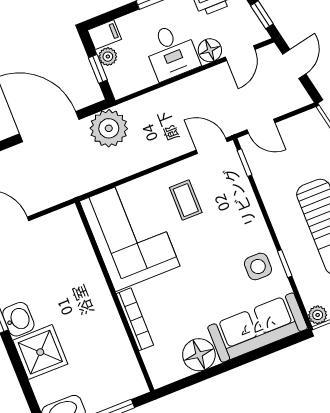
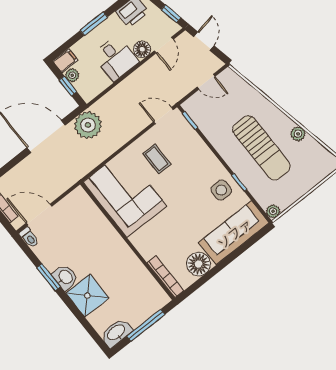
door: (261, 126) -> (206, 82), moved
bookcase: (135, 319) -> (165, 277), moved

